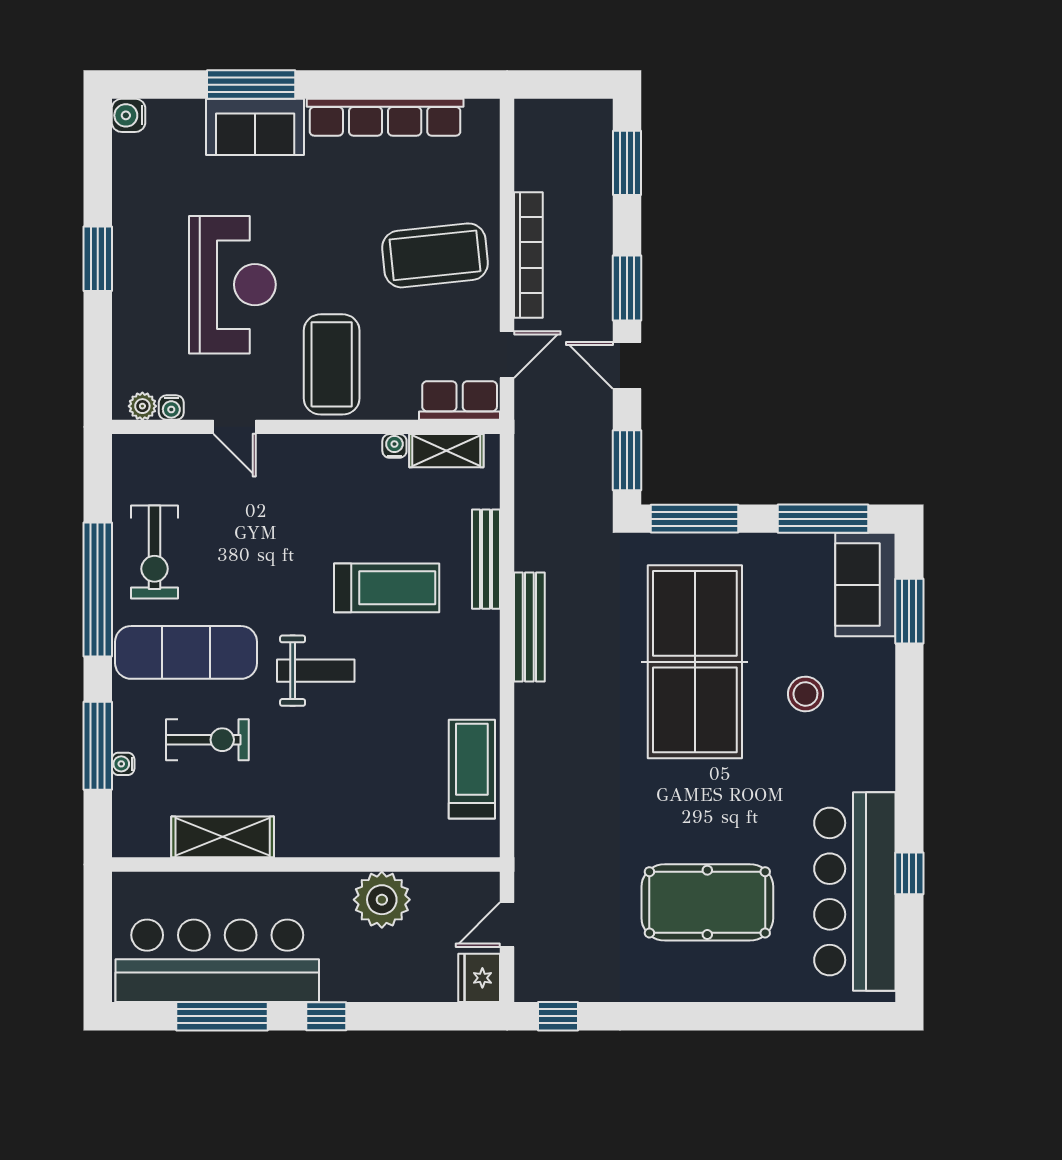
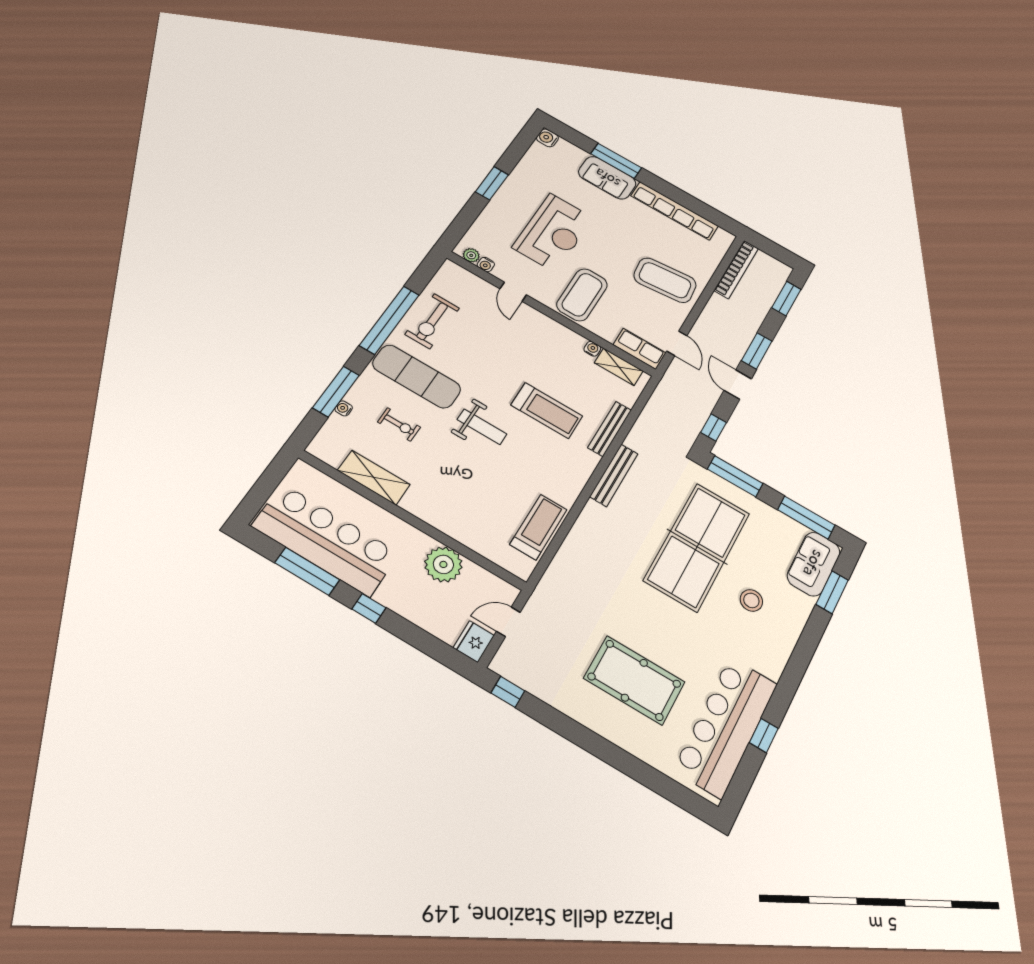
bookcase: (528, 255) -> (736, 269), moved
door: (507, 355) -> (677, 343), hinge flipped
window: (627, 460) -> (713, 427), width x0.67
exercise bike: (207, 740) -> (399, 425), width x0.73, depth x0.72

